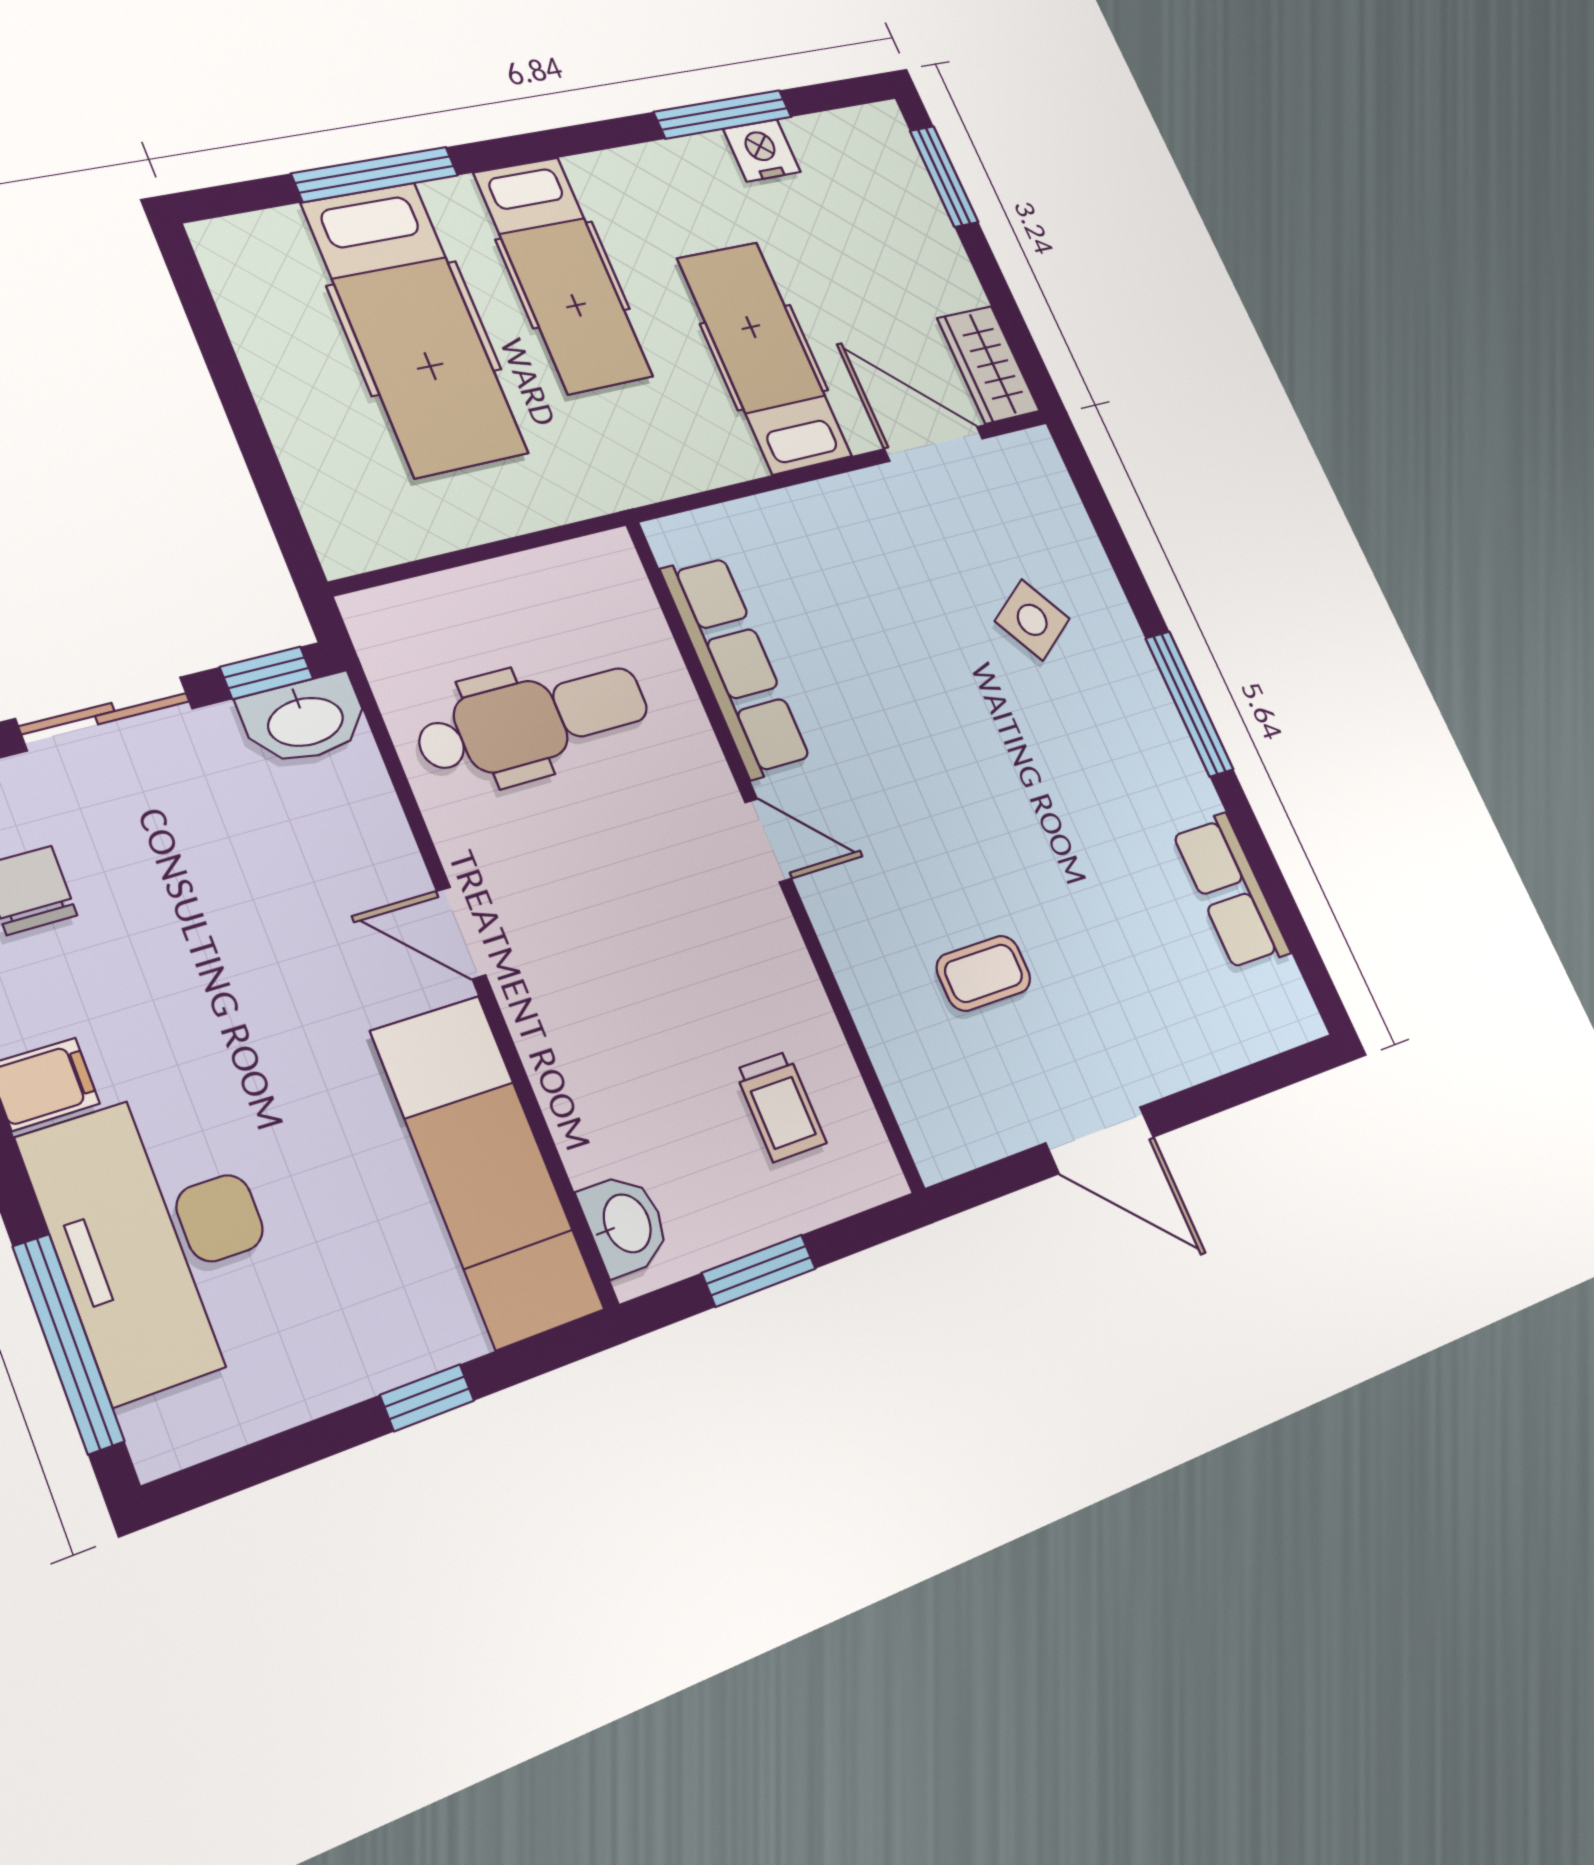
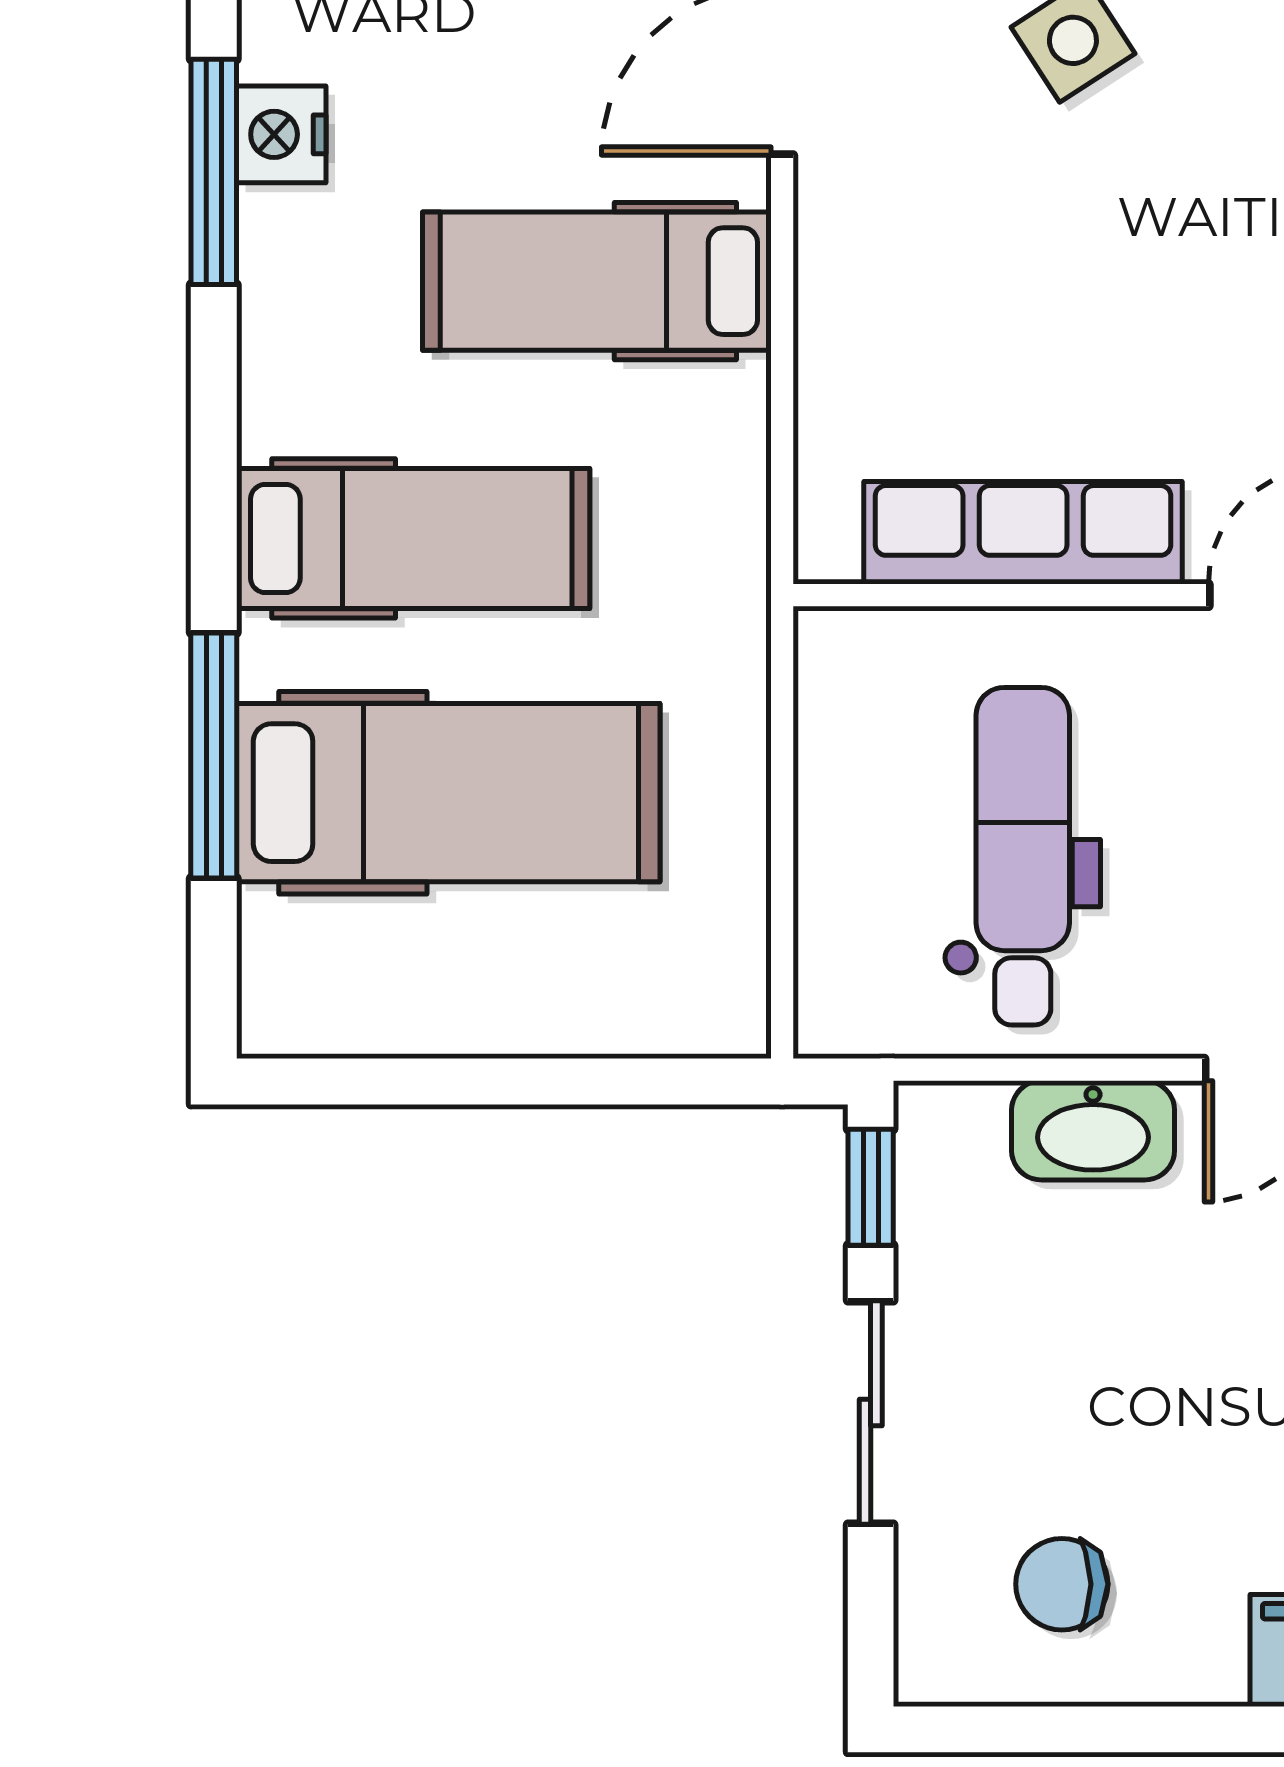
washbasin: (305, 720) -> (1093, 1130), moved, turned 90

